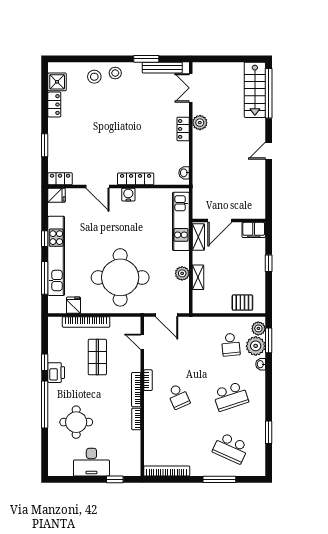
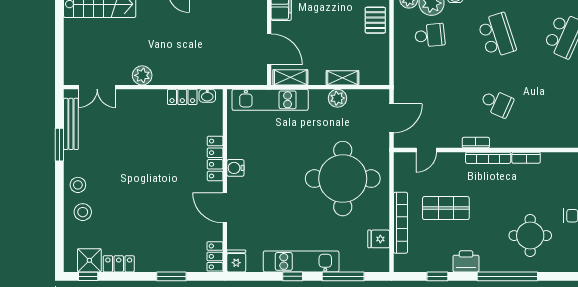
window: (45, 81) -> (88, 276), added
locker: (183, 129) -> (182, 97), moved
door: (97, 186) -> (225, 208), swing flipped
kitchen unit: (56, 256) -> (301, 261), width x0.73
window: (45, 362) -> (437, 276), moved
school desk: (178, 396) -> (497, 103), turned 48

